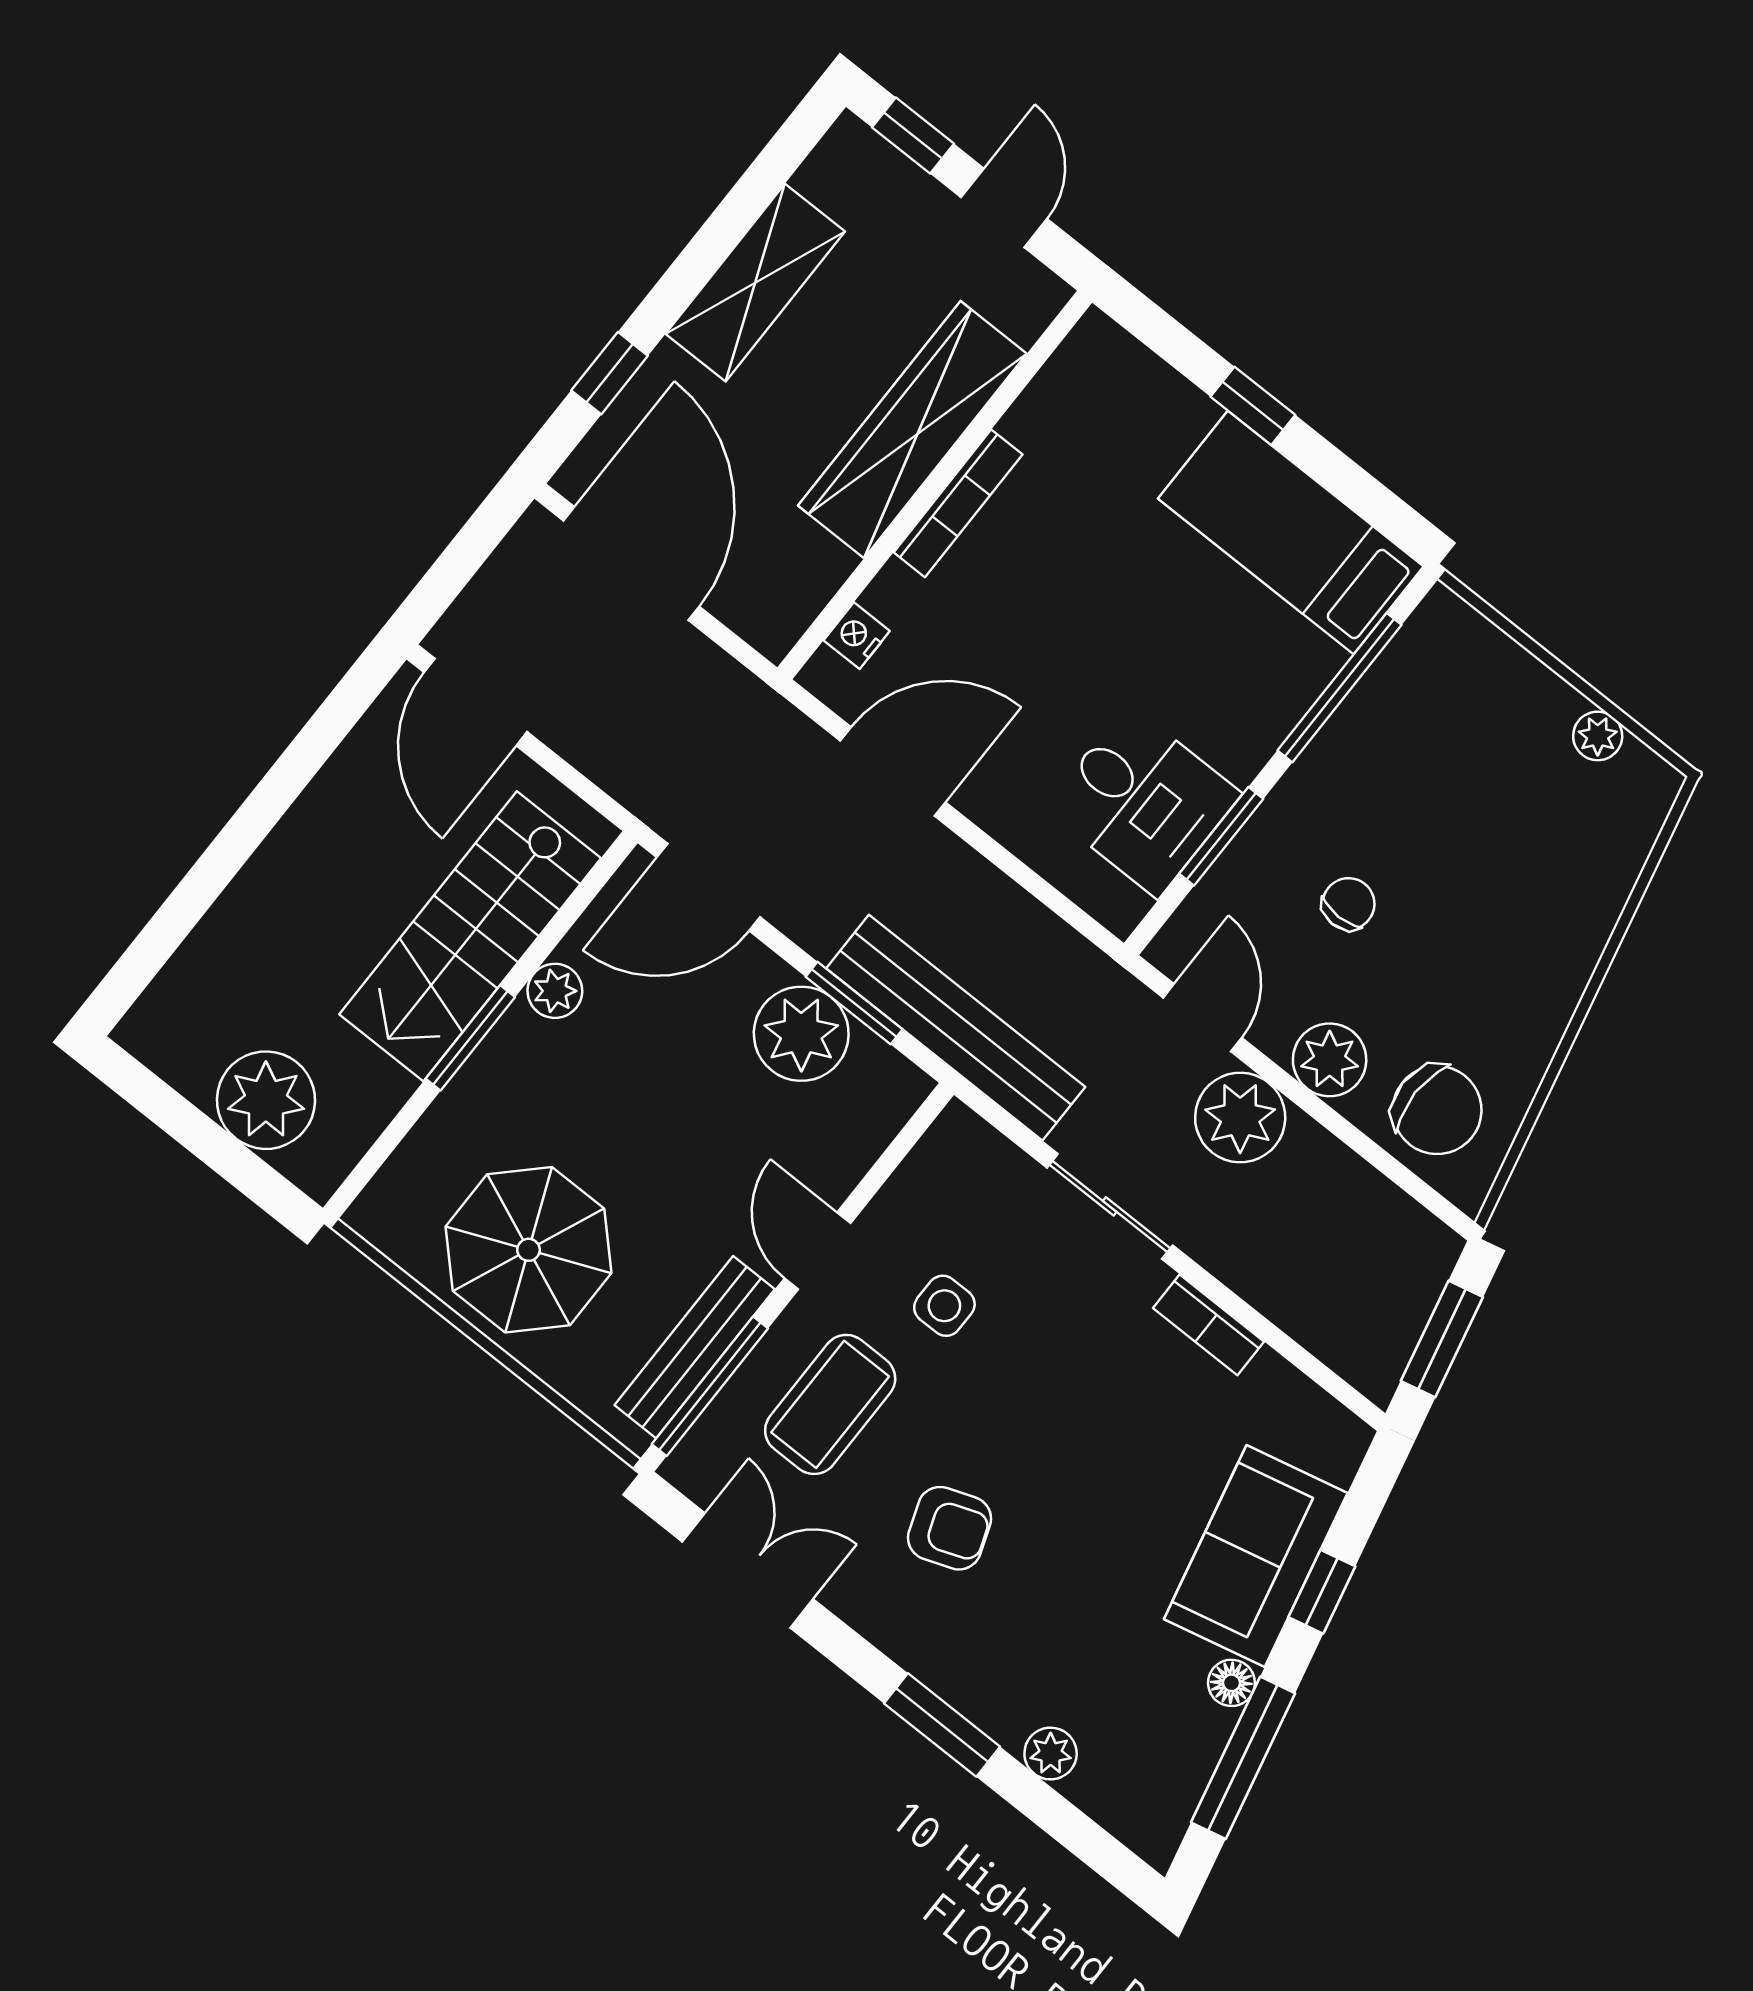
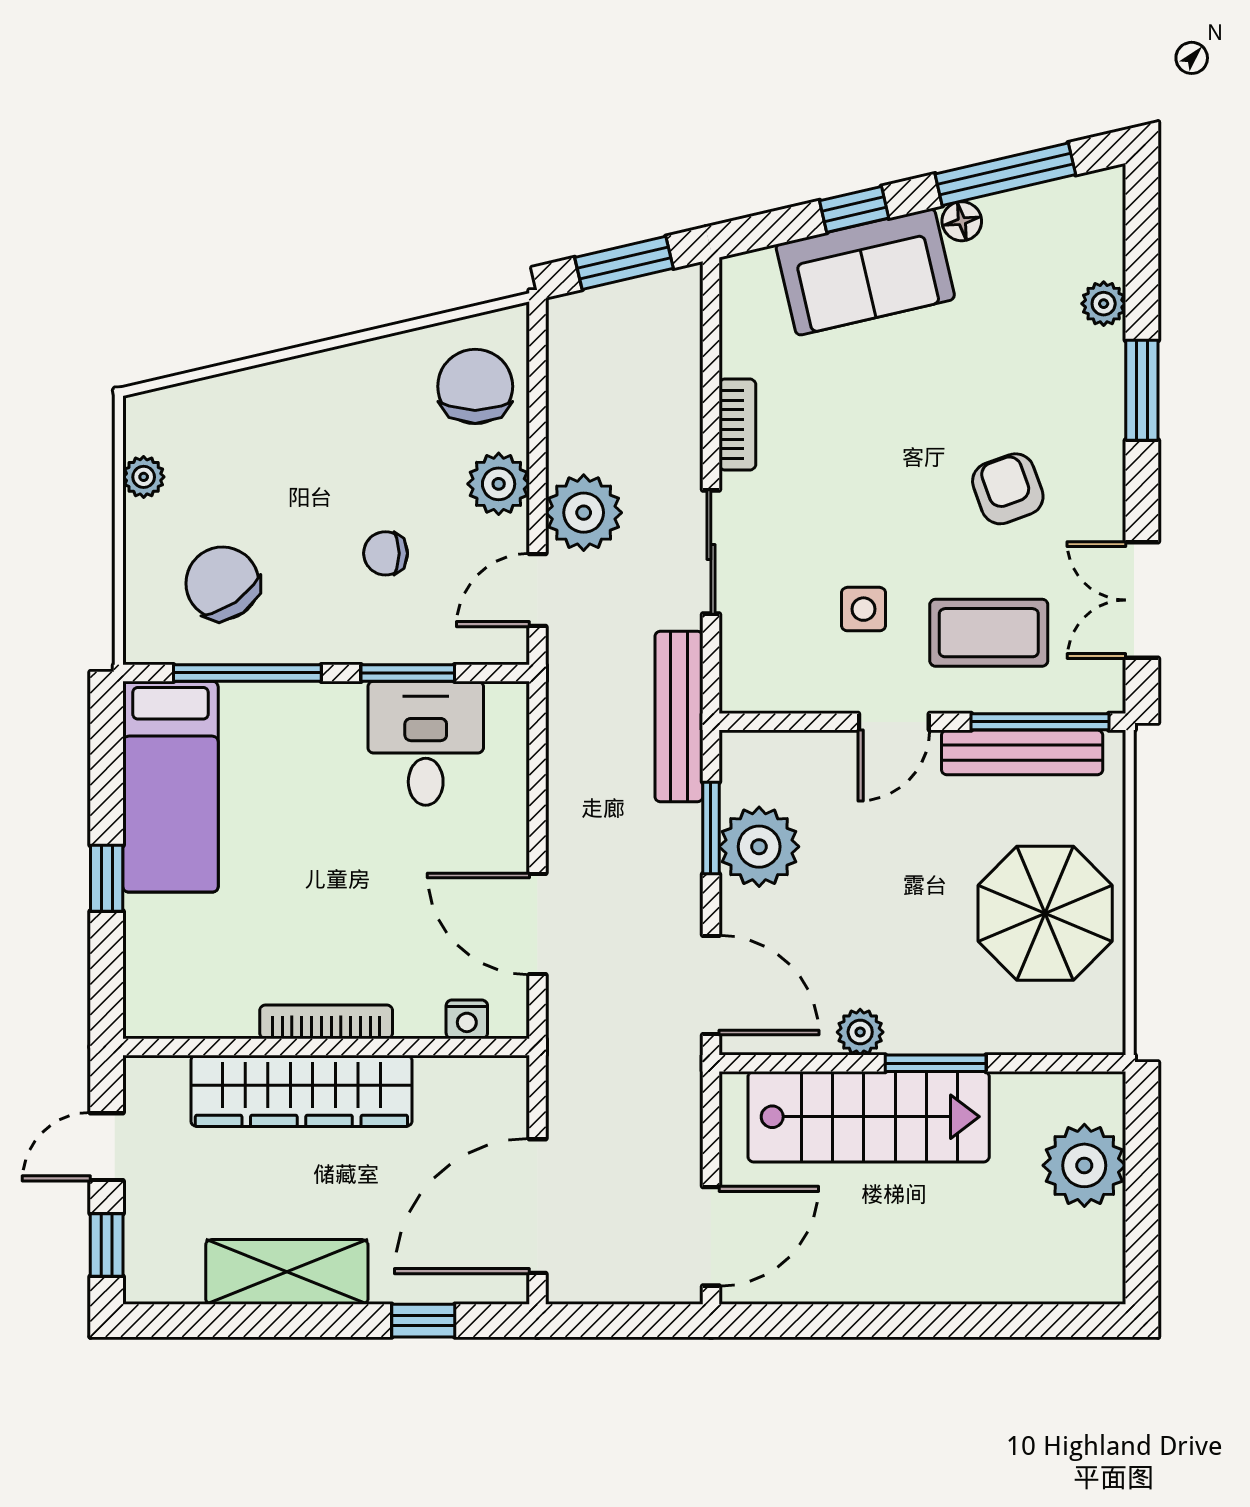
chair: (1441, 731) -> (222, 583), added
bench: (956, 1028) -> (679, 717), width x0.73, depth x0.82

